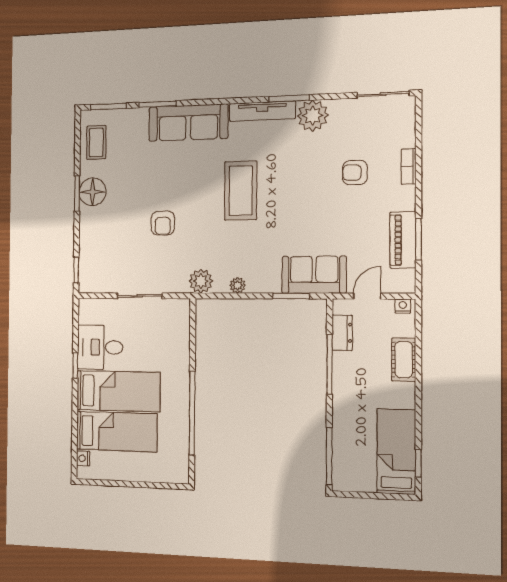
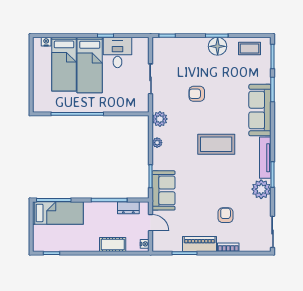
piano: (403, 240) -> (200, 244), moved
bed: (396, 452) -> (58, 213), moved

